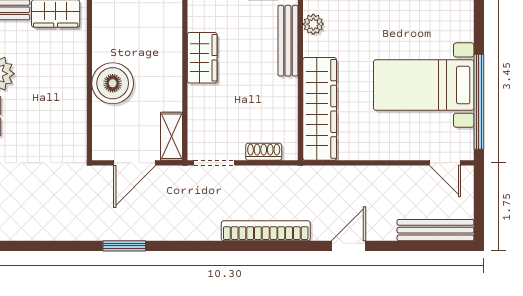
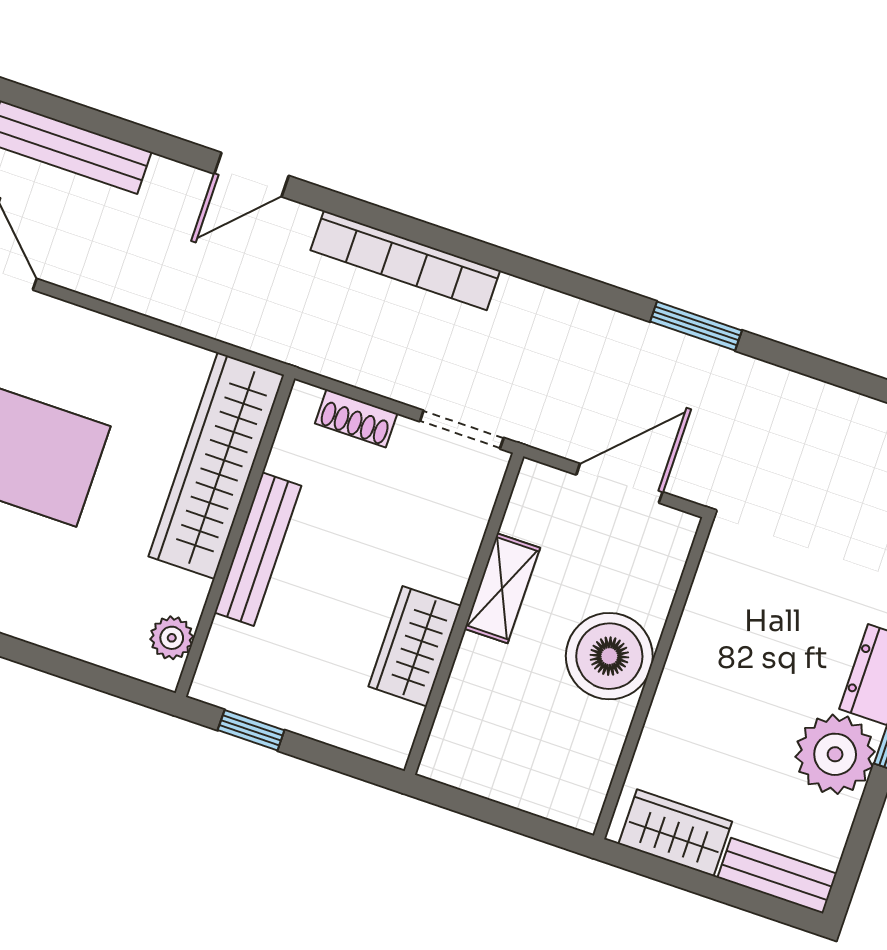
bench: (288, 41) -> (258, 549), moved
shelving: (171, 136) -> (502, 588), moved

